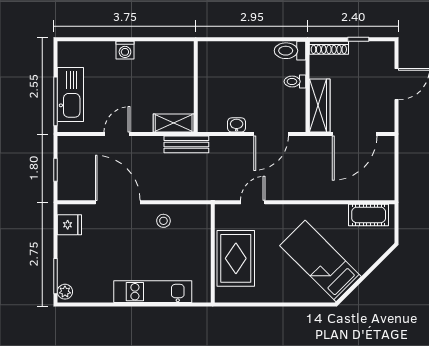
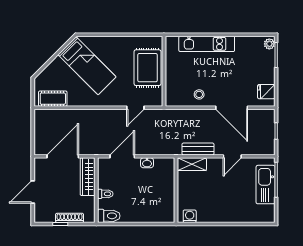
shoe rack: (329, 48) -> (70, 218), moved
washing machine: (125, 50) -> (190, 216), moved
bench: (186, 144) -> (198, 149), moved

